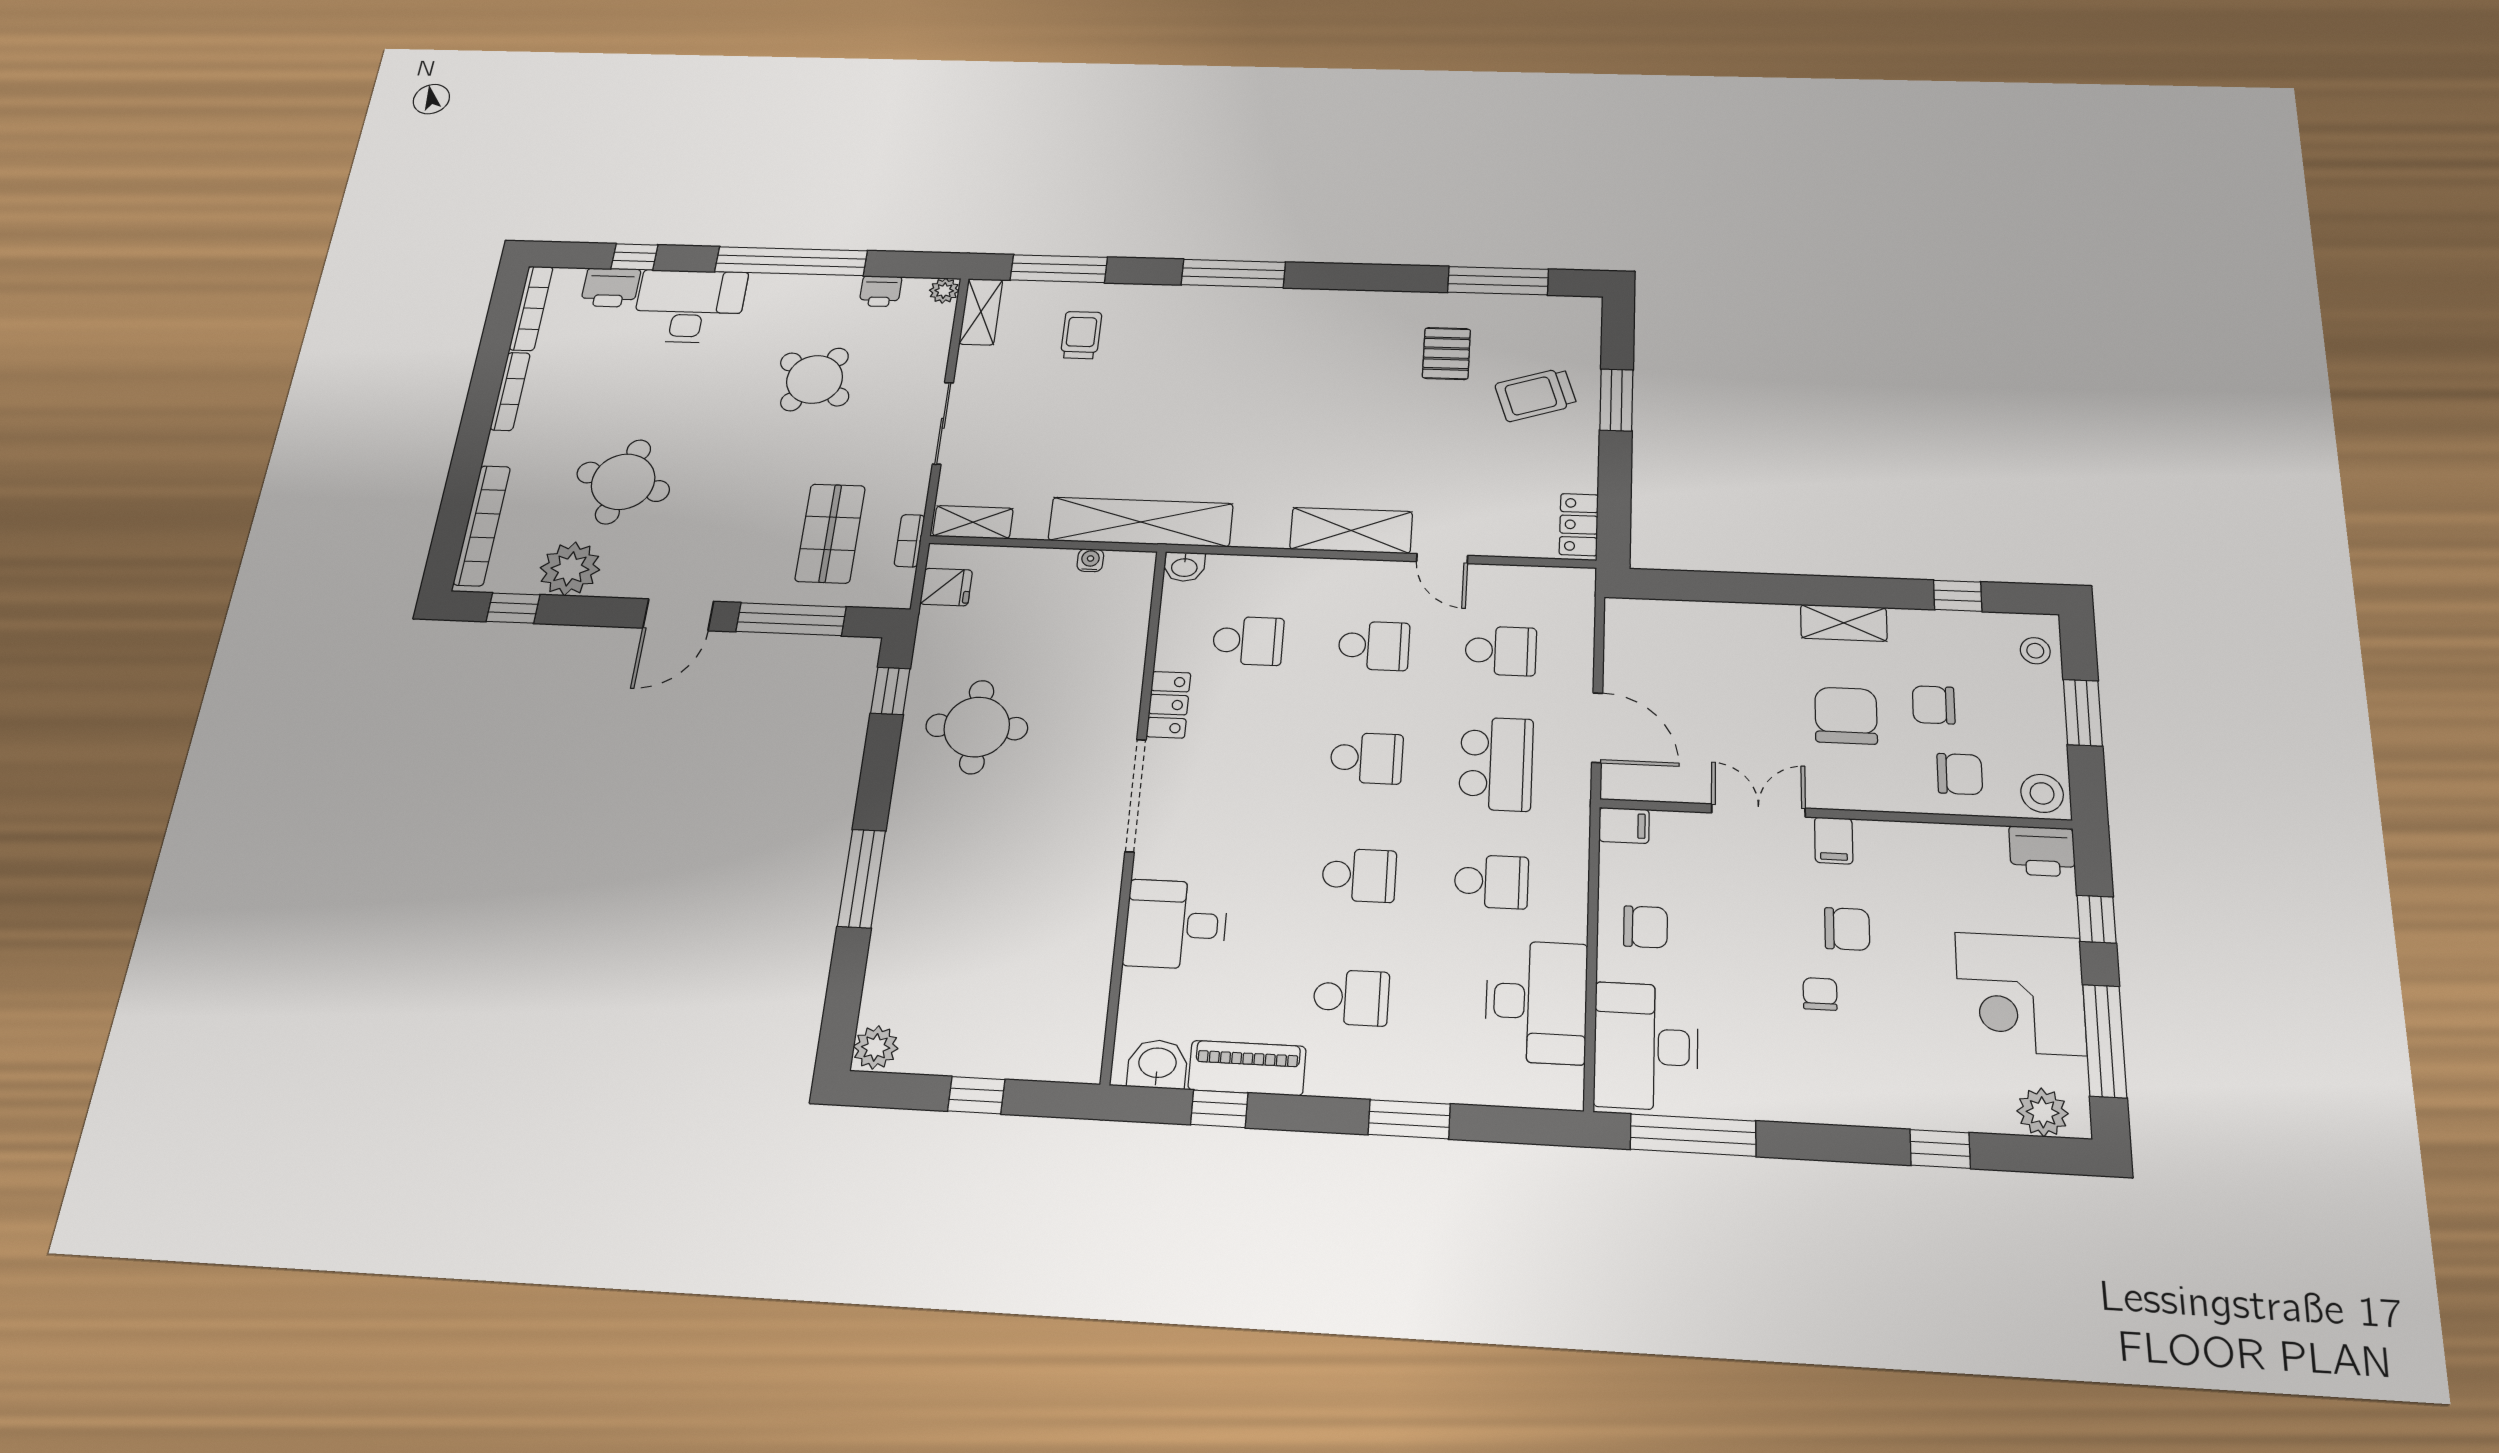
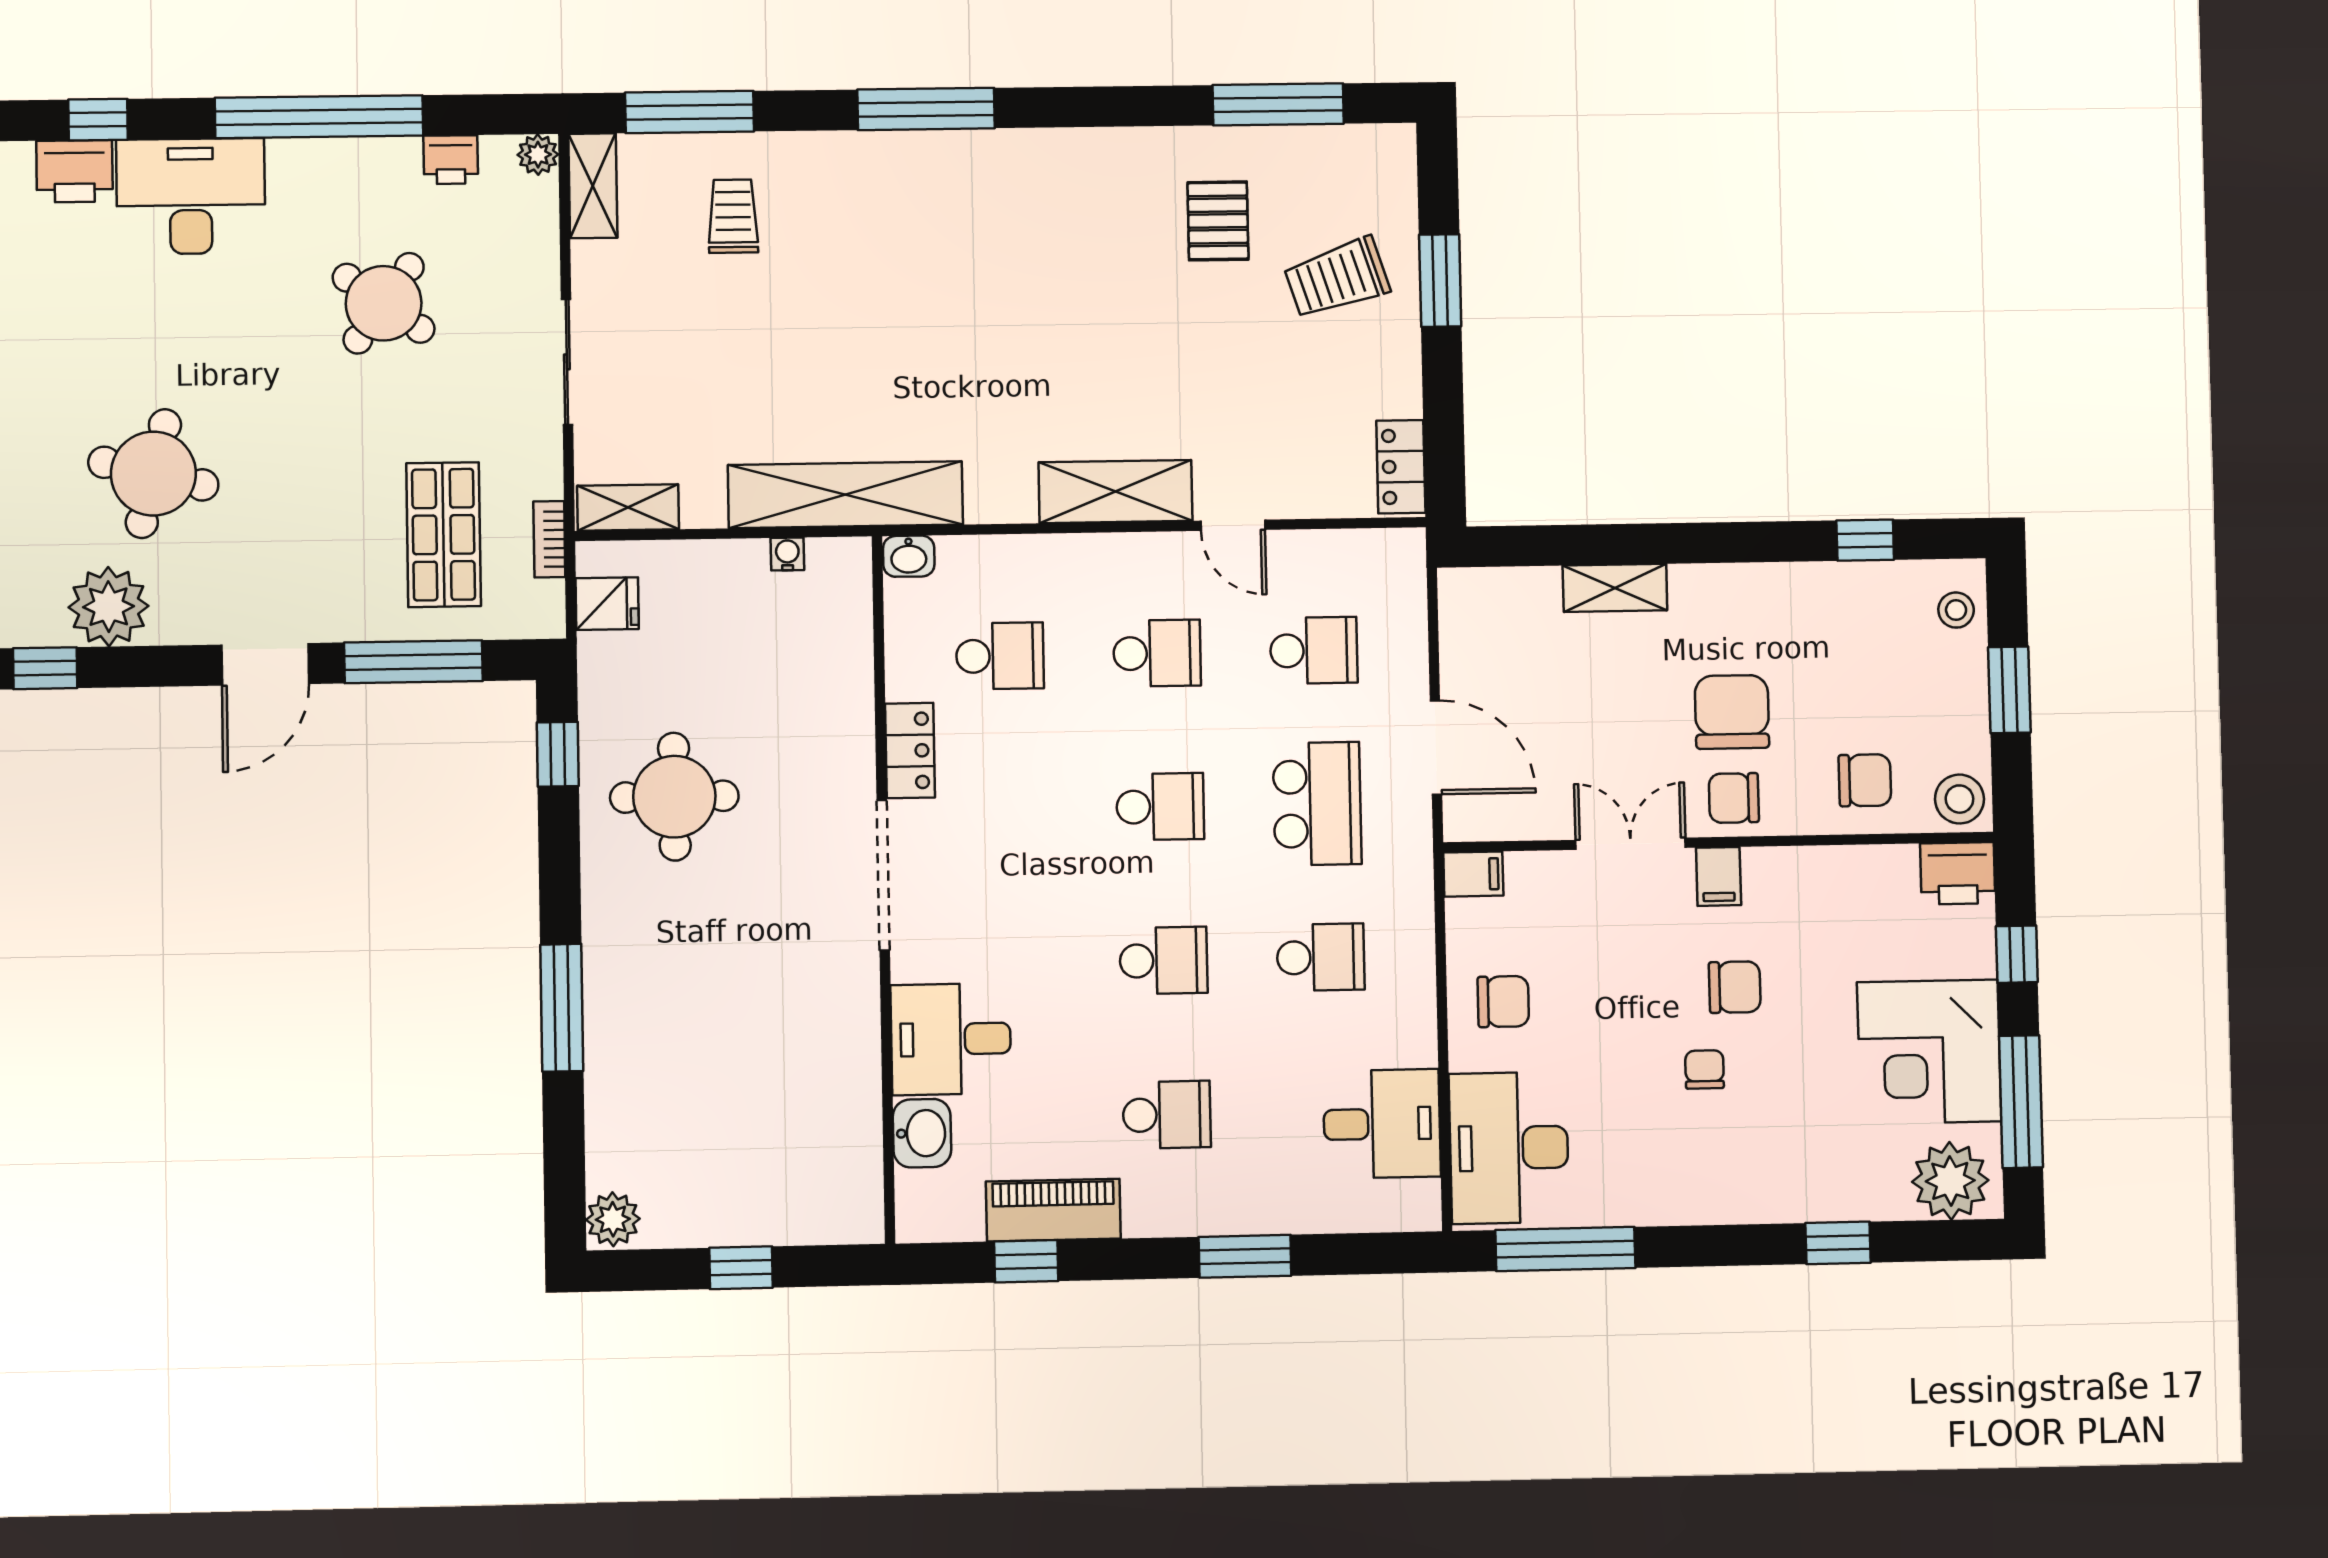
shelving: (1844, 623) -> (1615, 588), moved
chair: (1934, 705) -> (1734, 798), moved
desk: (1536, 1002) -> (1382, 1124), width x0.73
washbasin: (1157, 1064) -> (922, 1133), moved, turned 90
plant: (2043, 1112) -> (1950, 1181), width x1.36, depth x1.36

